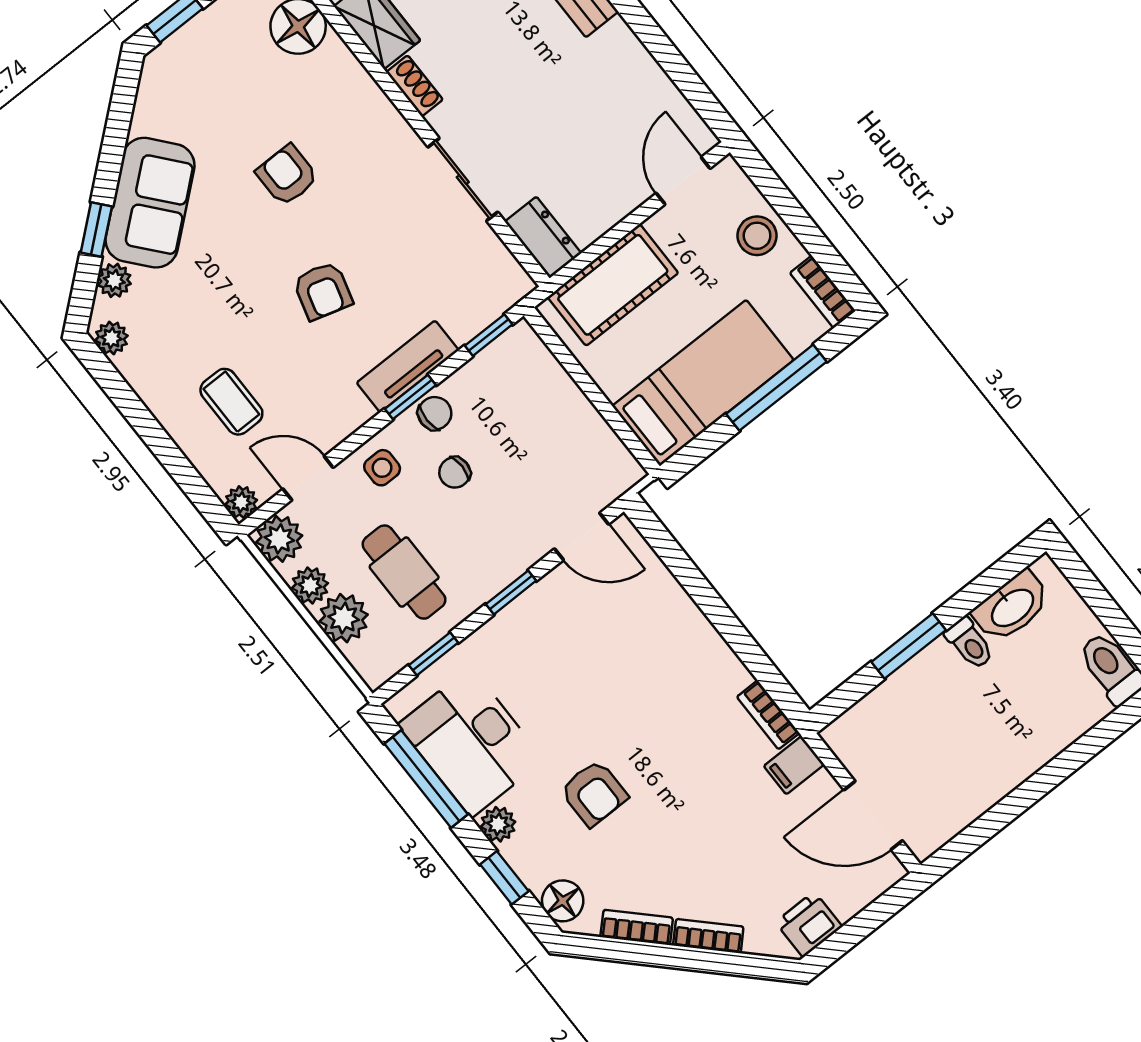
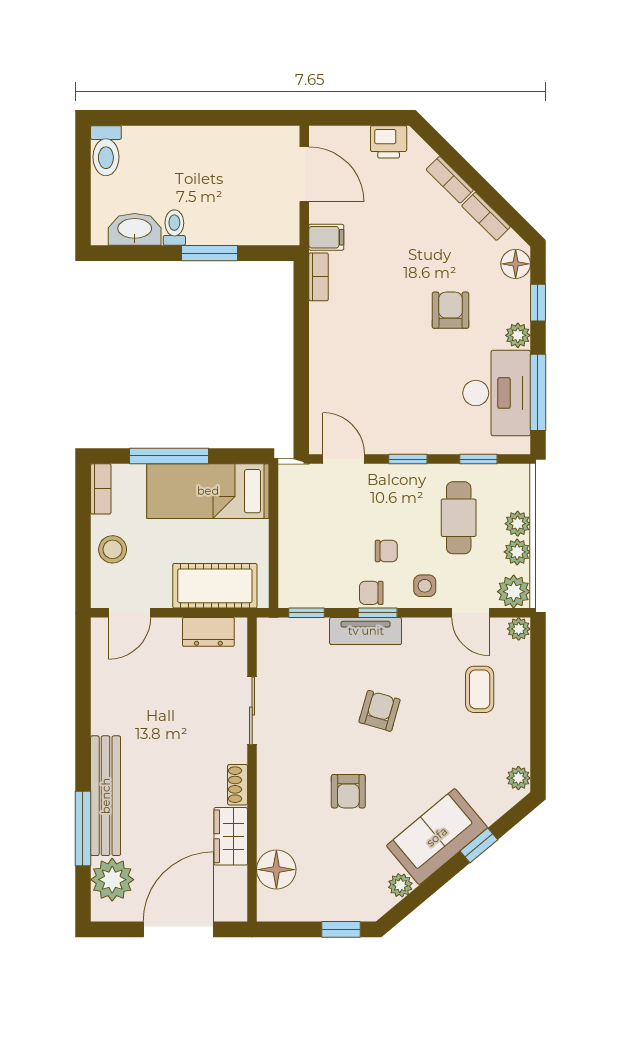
dresser: (543, 237) -> (208, 632), moved, turned -90
plant: (114, 280) -> (400, 885), moved
plant: (344, 618) -> (518, 524), width x0.73, depth x0.73

